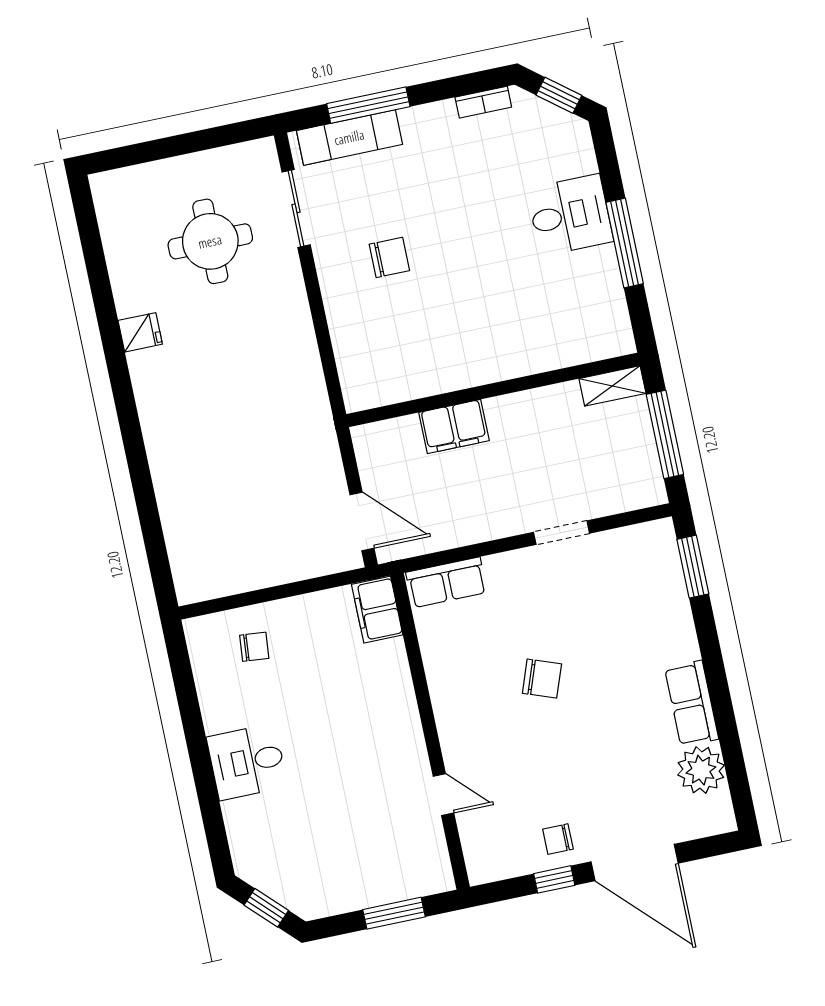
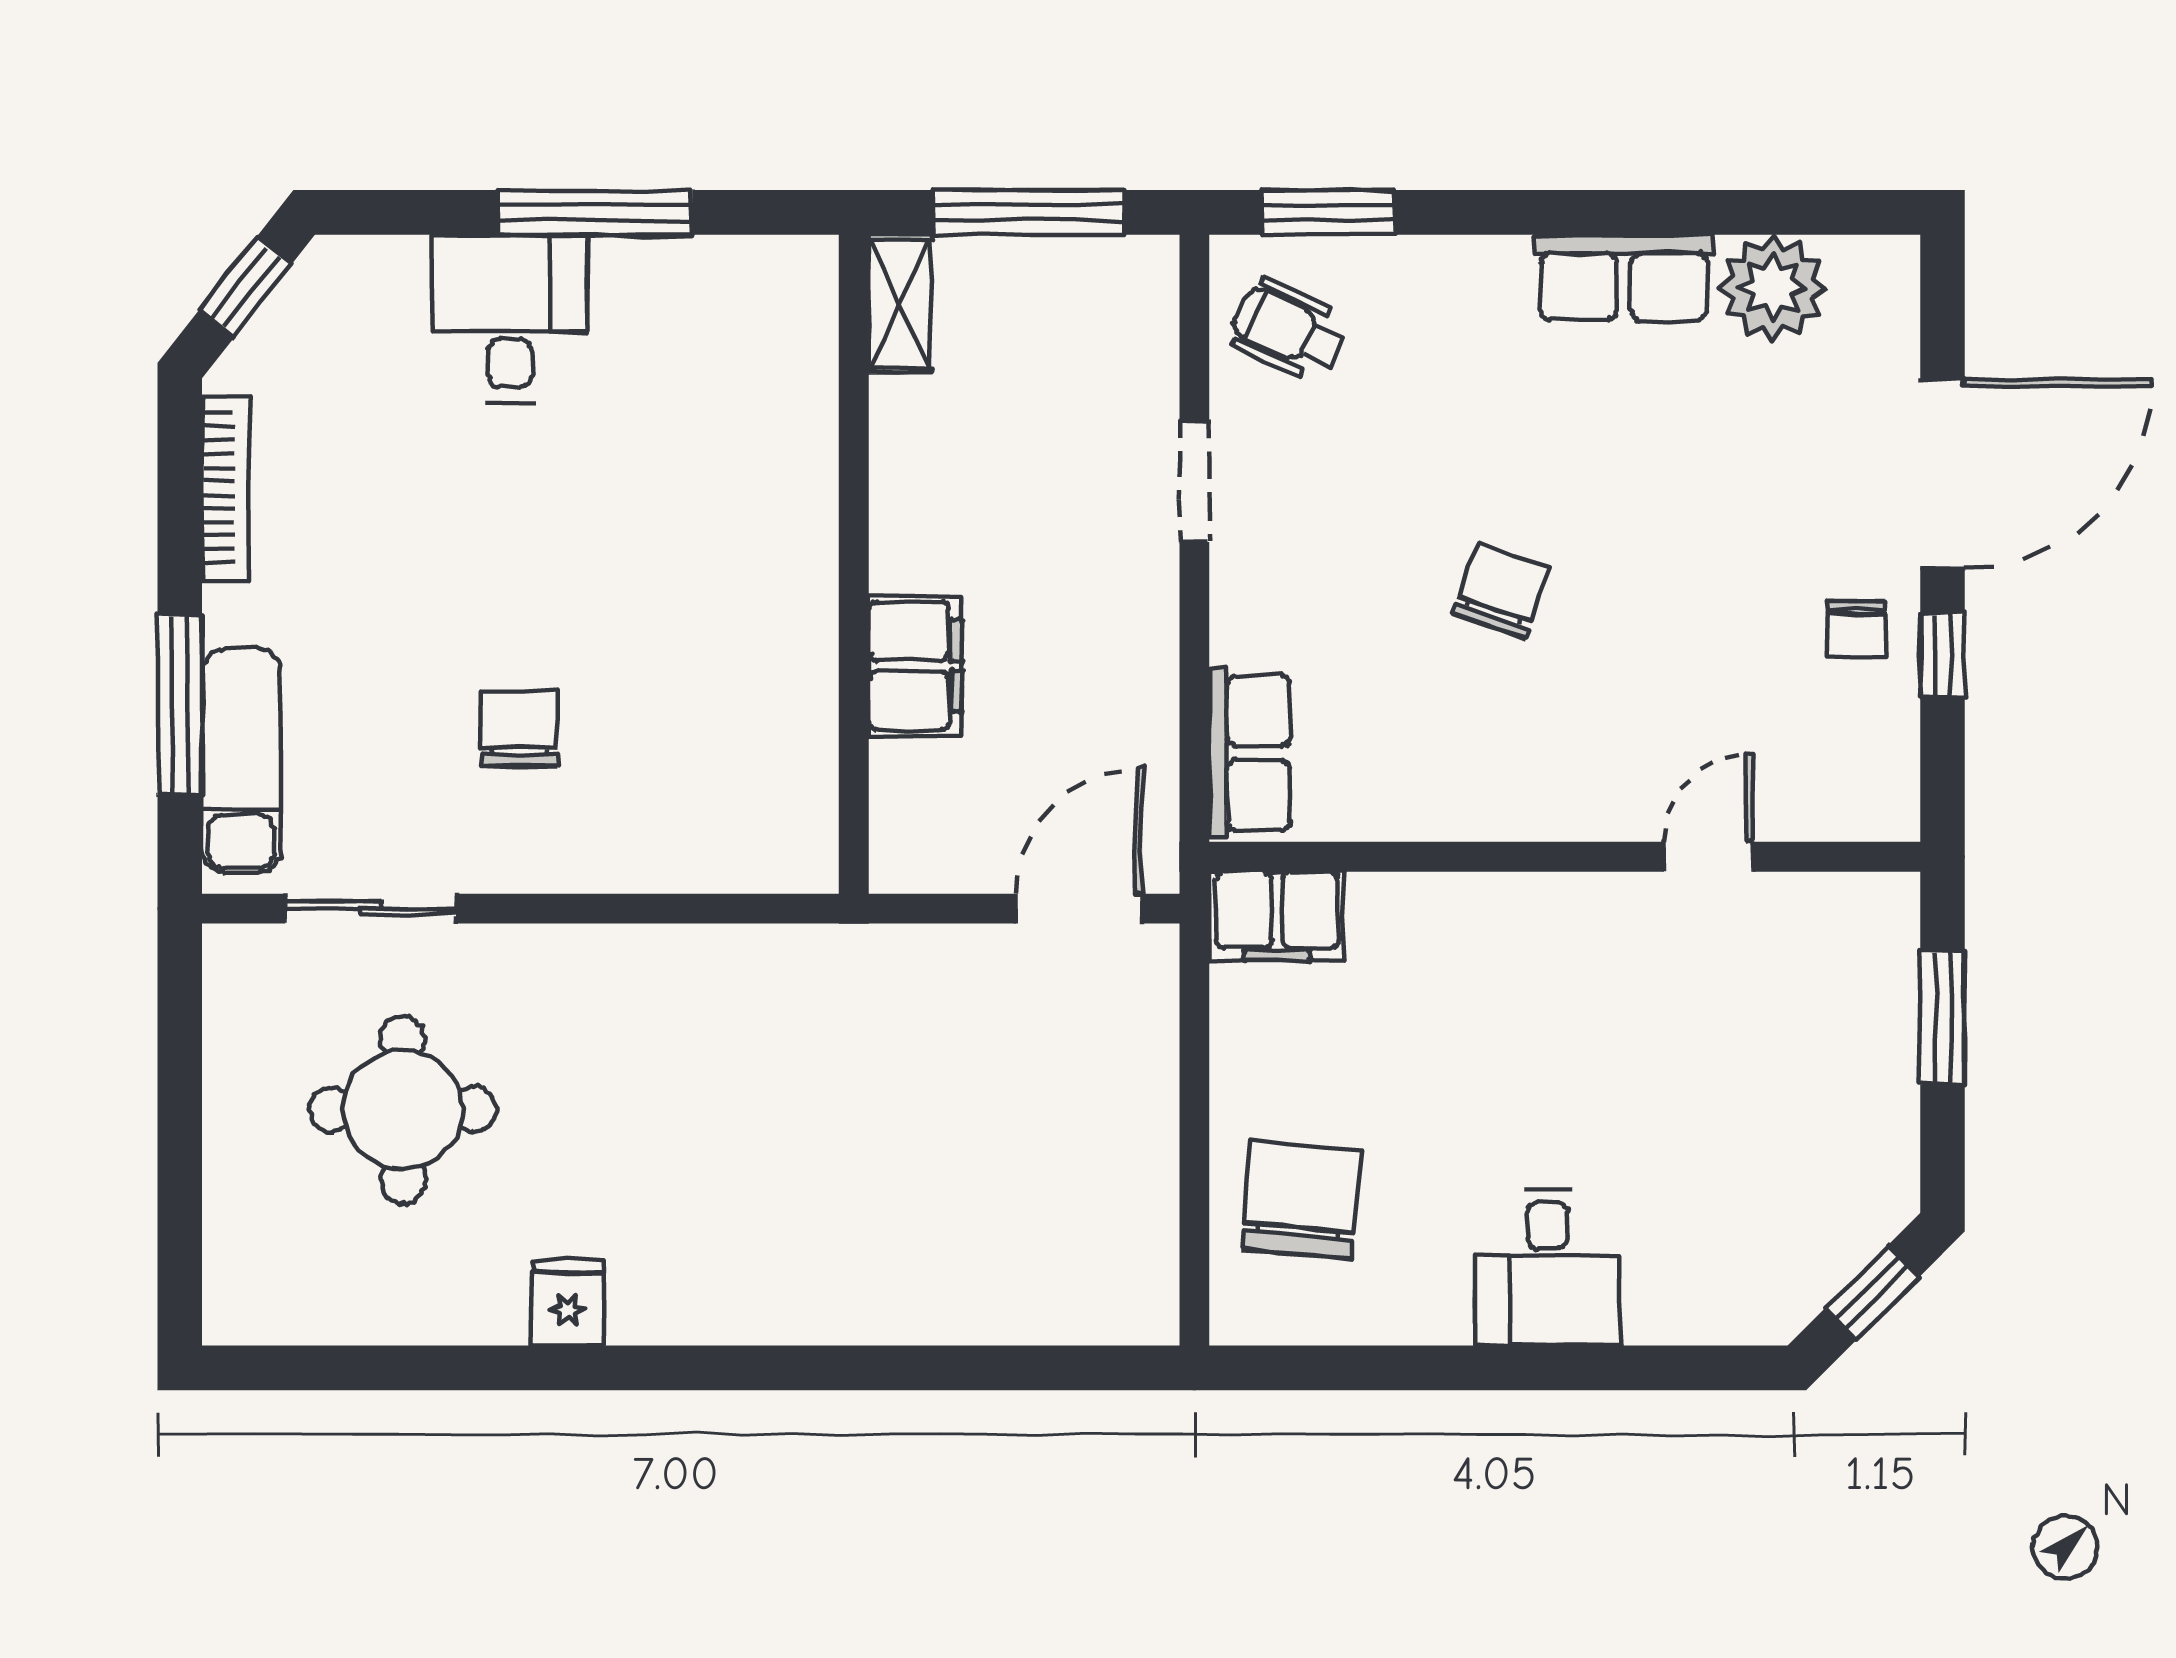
bookcase: (483, 102) -> (226, 488), width x1.56
wheelchair: (637, 560) -> (1289, 330), added
chair: (254, 647) -> (1301, 1199), width x1.87, depth x1.87

